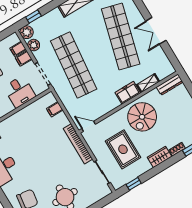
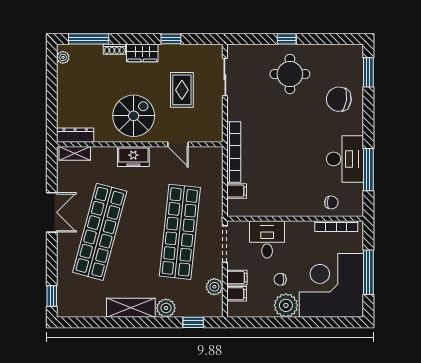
plant: (27, 32) -> (166, 308), moved
shelving: (148, 83) -> (75, 153), moved
door: (89, 126) -> (178, 144), moved
bookcase: (78, 144) -> (234, 152), moved
rug: (123, 149) -> (182, 90), width x0.73, depth x0.70
window: (134, 184) -> (171, 39), moved

